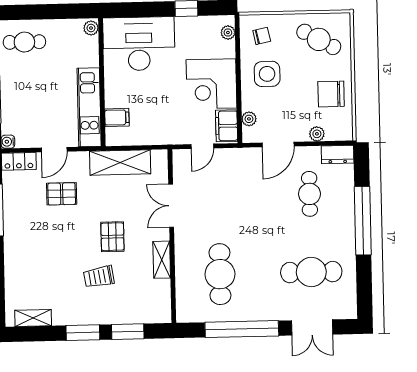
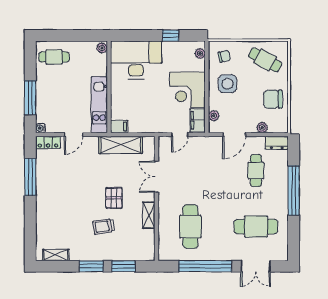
filing cabinet: (117, 117) -> (119, 127), moved
pallet: (62, 194) -> (78, 166), removed

